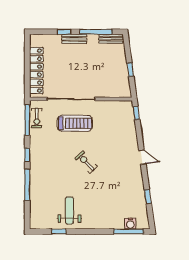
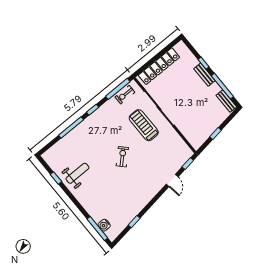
treadmill: (75, 123) -> (144, 125), turned 180
door: (142, 157) -> (172, 180), moved

